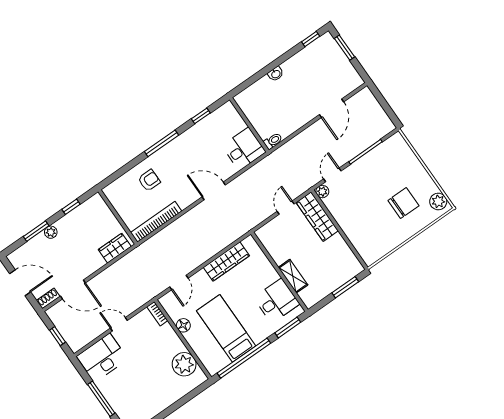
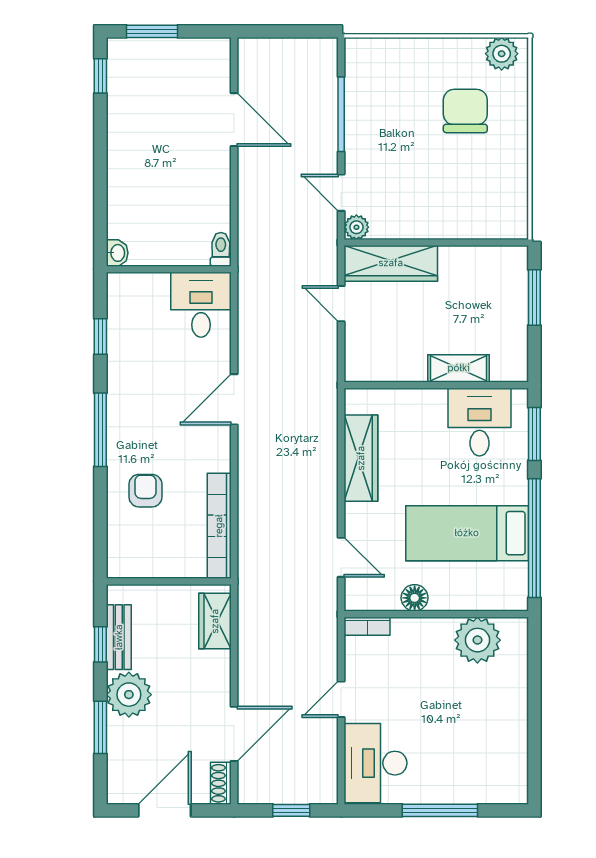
washbasin: (276, 74) -> (117, 253), moved
bench: (80, 212) -> (119, 637), added
plant: (51, 232) -> (129, 695), width x1.87, depth x1.87

